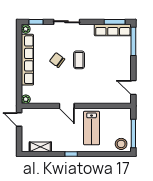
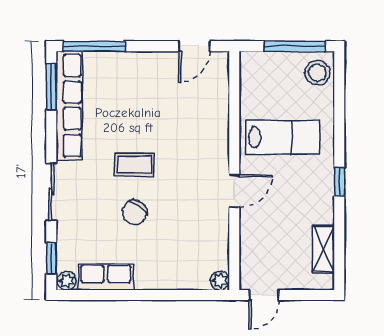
row of seats: (113, 30) -> (69, 105), width x1.36
row of seats: (27, 60) -> (106, 277), width x0.50

